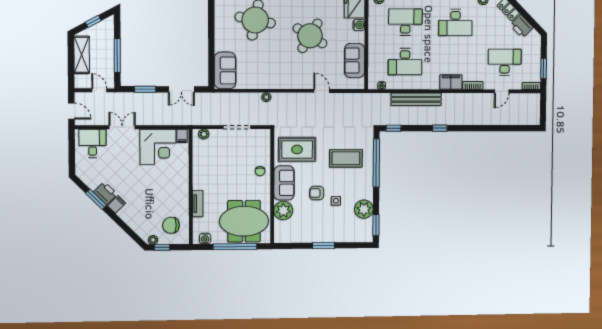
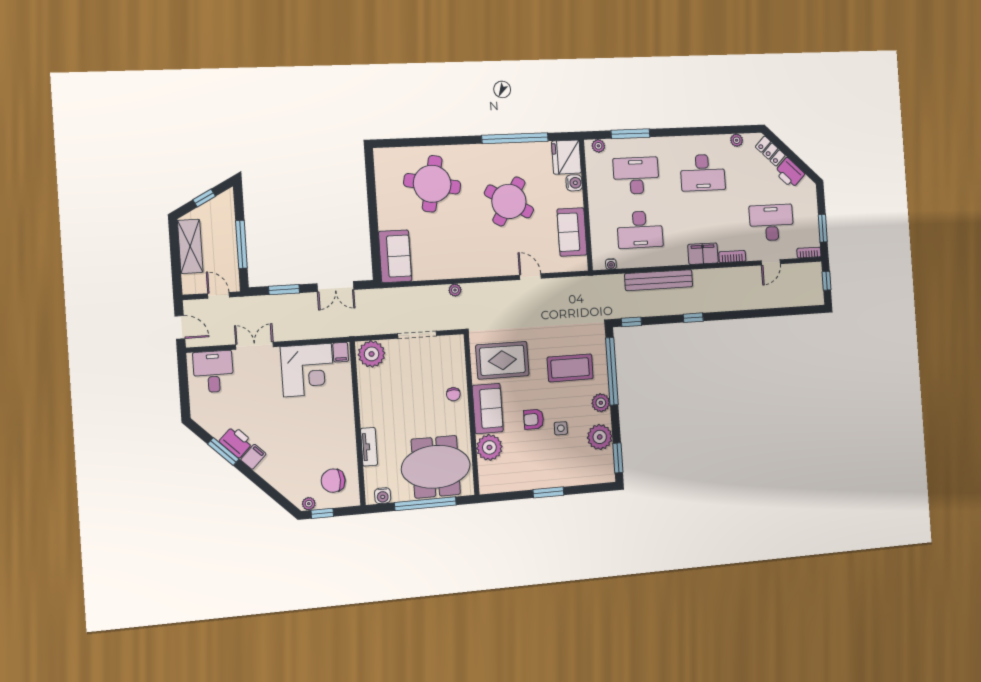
window: (543, 108) -> (826, 281), added
plant: (204, 134) -> (372, 354), width x1.88, depth x1.88
plant: (366, 185) -> (601, 403), added

